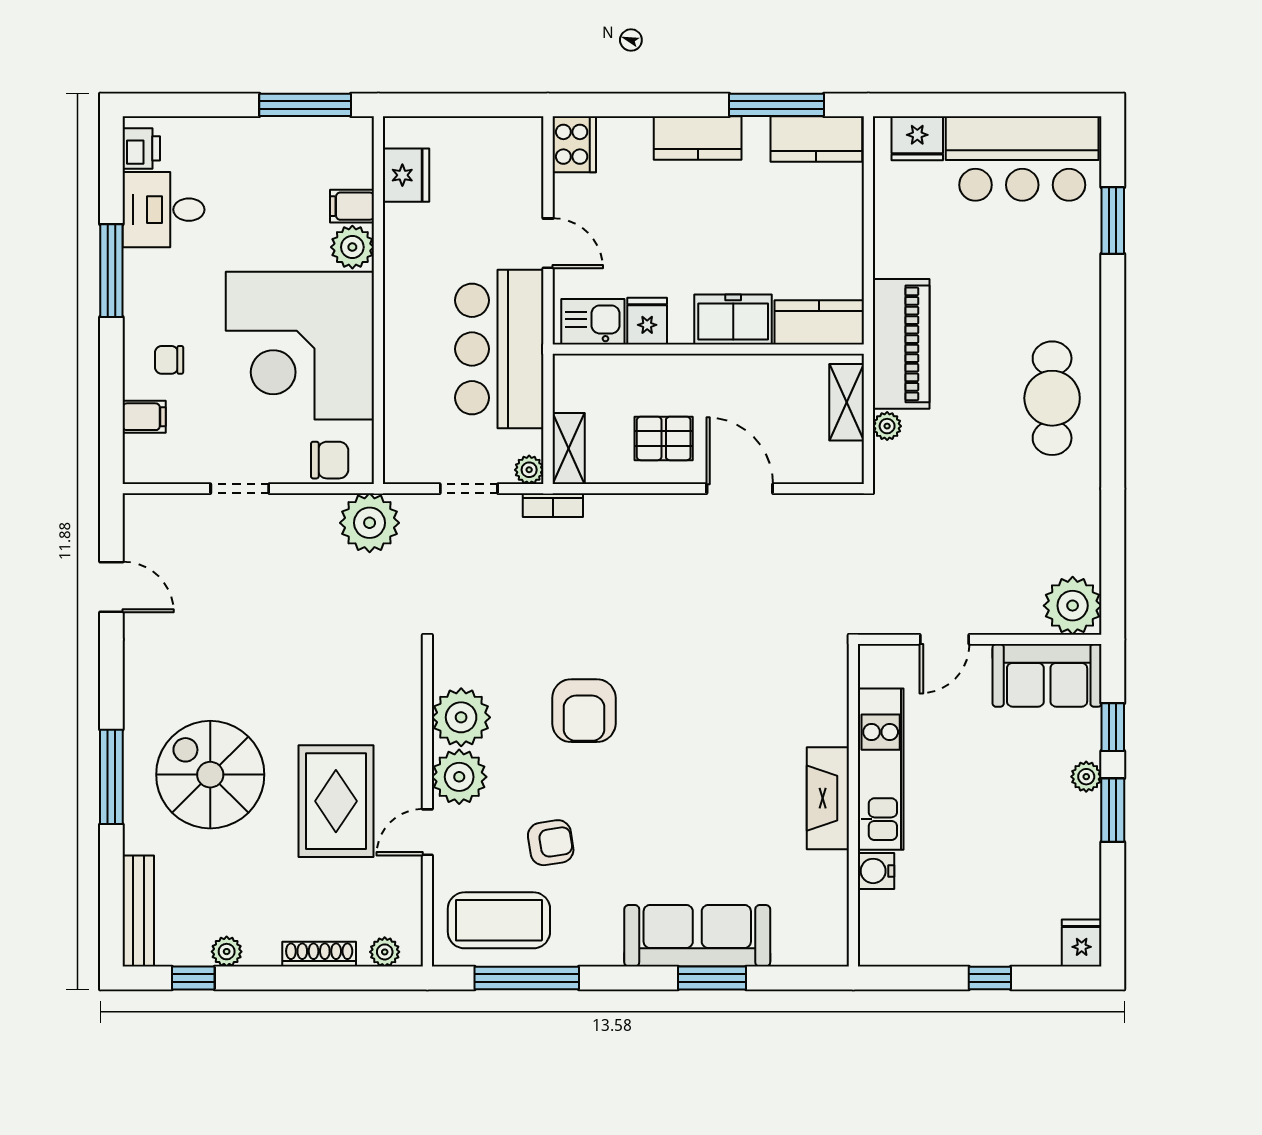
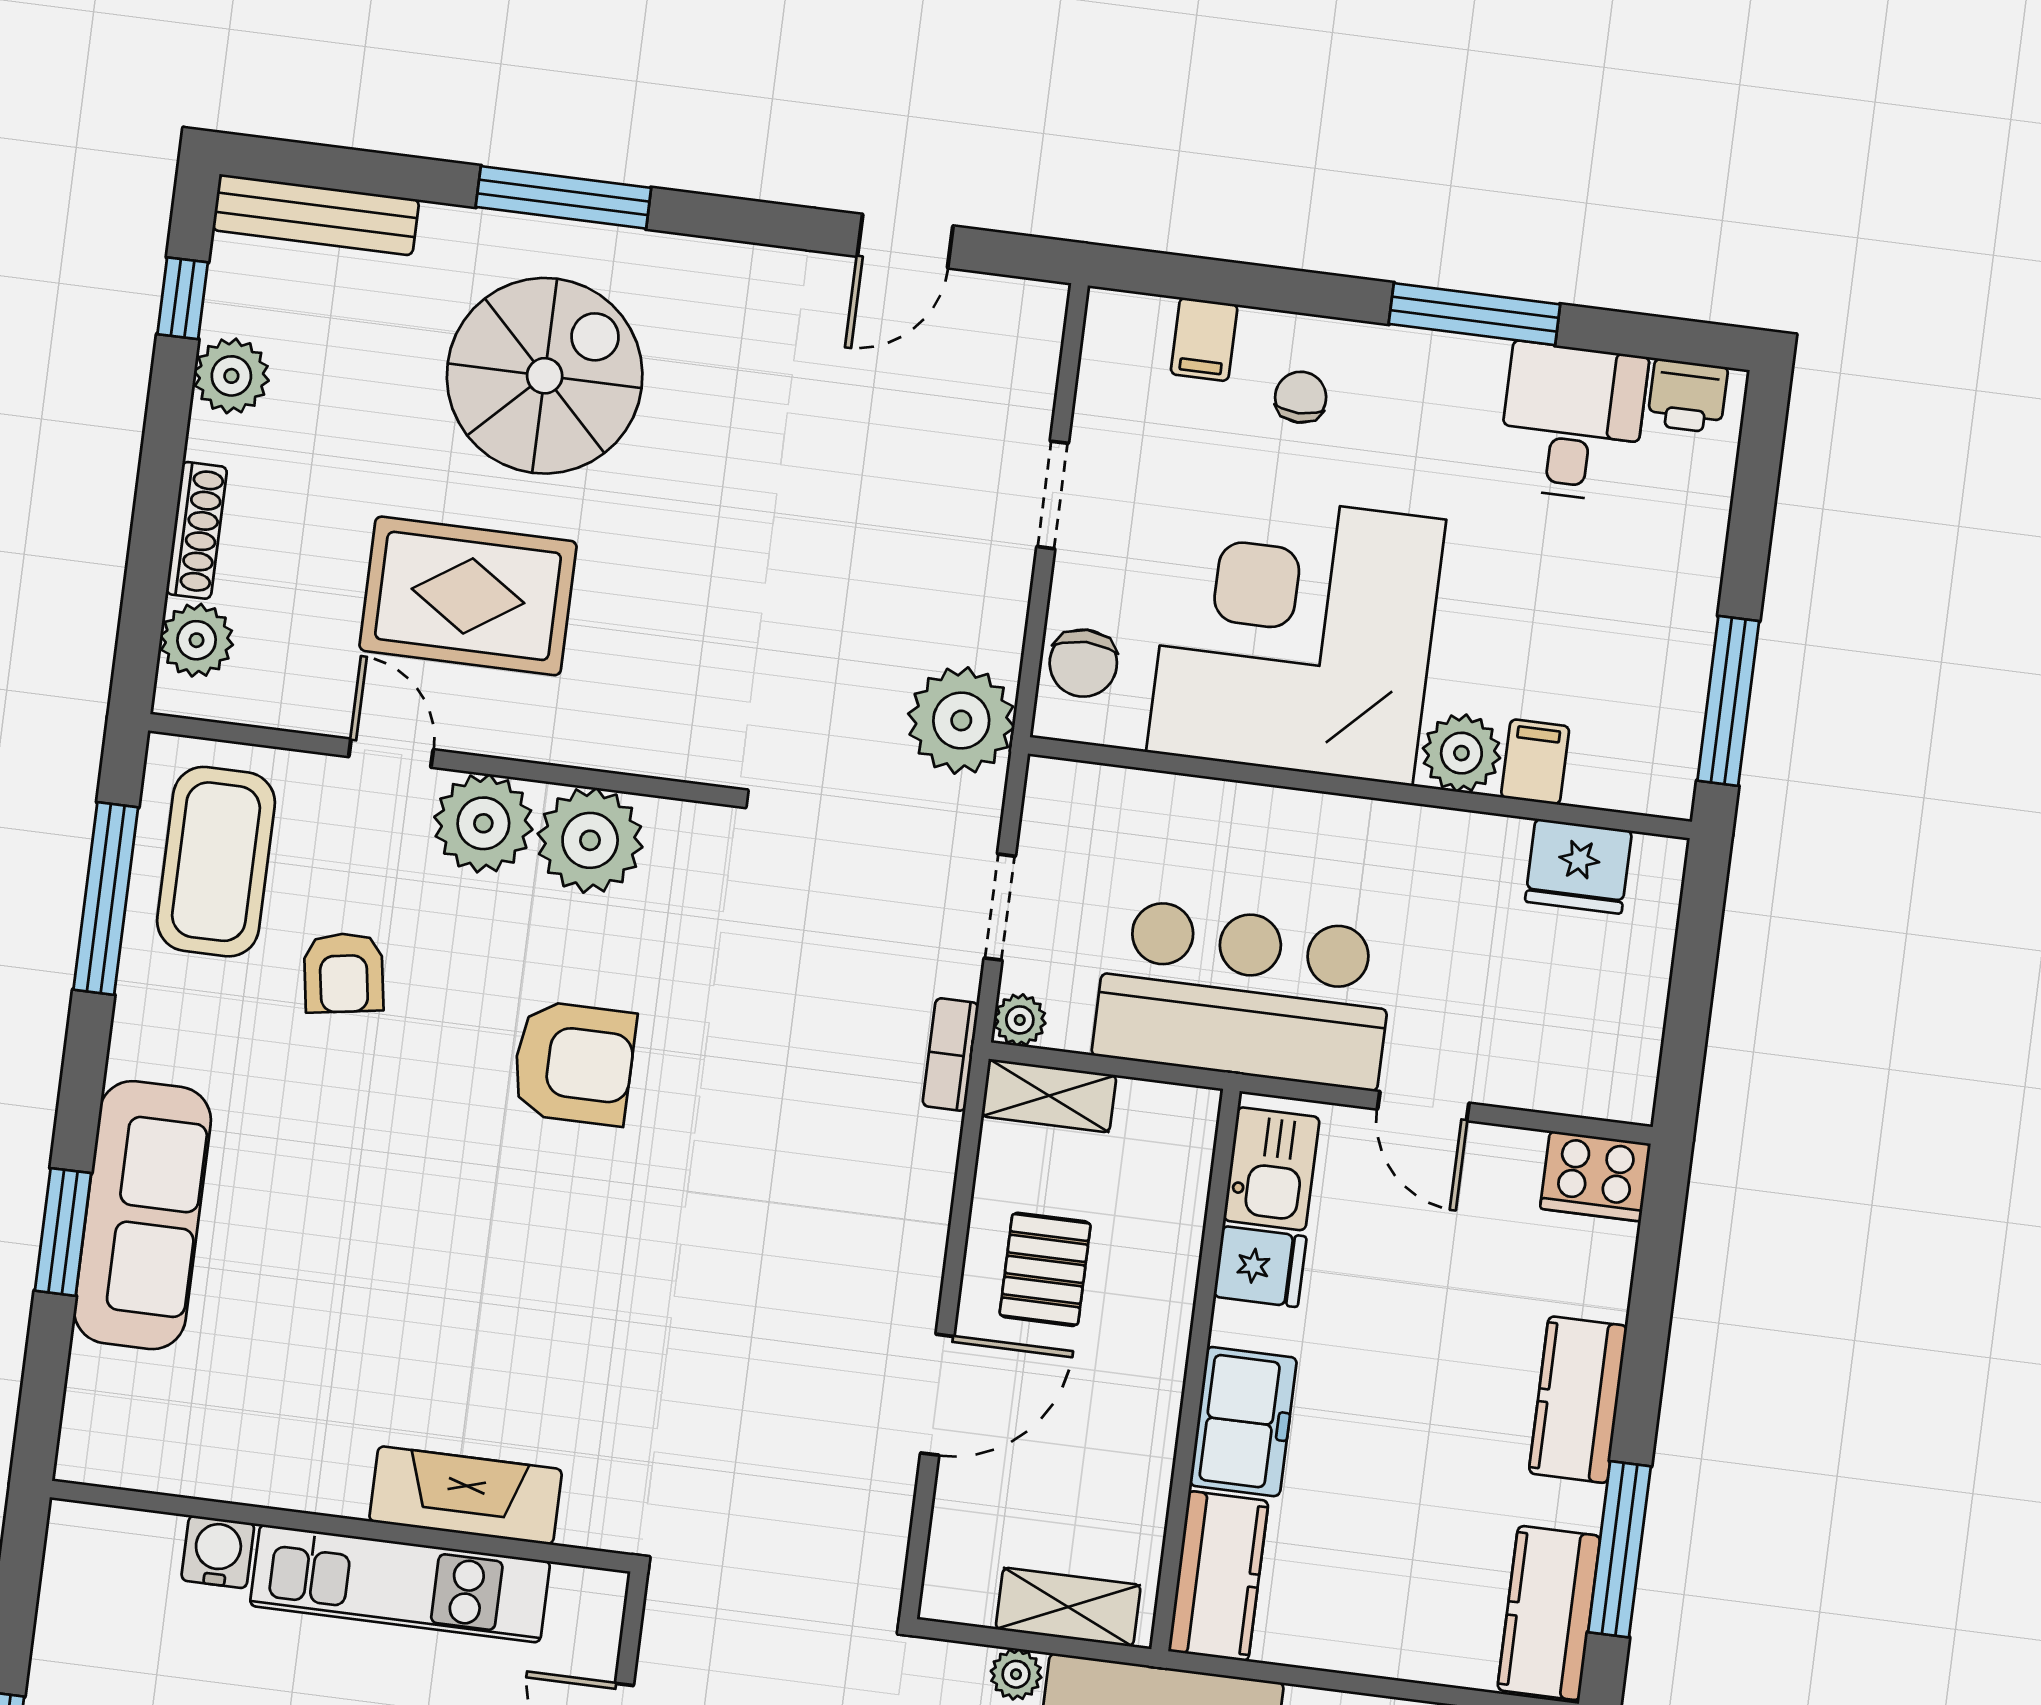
door: (548, 243) -> (1423, 1106), hinge flipped
armchair: (584, 711) -> (574, 1063), turned 180
fireplace: (828, 798) -> (466, 1495), moved
plant: (227, 952) -> (231, 376), width x1.38, depth x1.38
plant: (385, 952) -> (197, 640), width x1.38, depth x1.38

